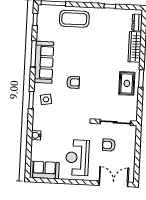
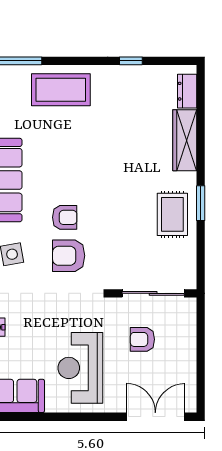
armchair: (74, 102) -> (69, 256), added

